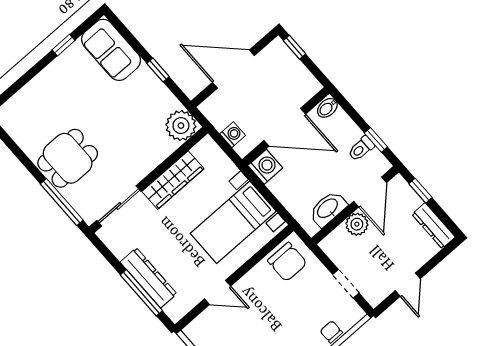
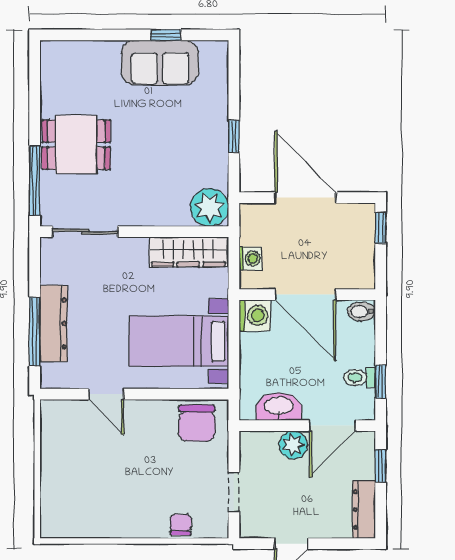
sofa: (111, 50) -> (160, 63), moved, turned -90
wardrobe: (173, 180) -> (188, 252), moved

